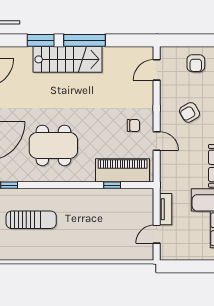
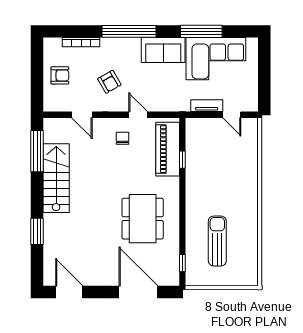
window: (85, 40) -> (37, 151), moved
stairs: (67, 59) -> (56, 178), moved
door: (157, 70) -> (82, 115), moved
door: (157, 141) -> (138, 115), hinge flipped

